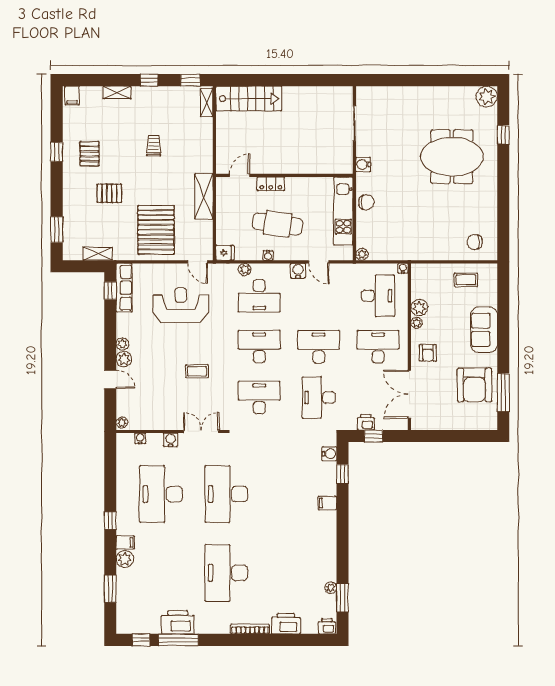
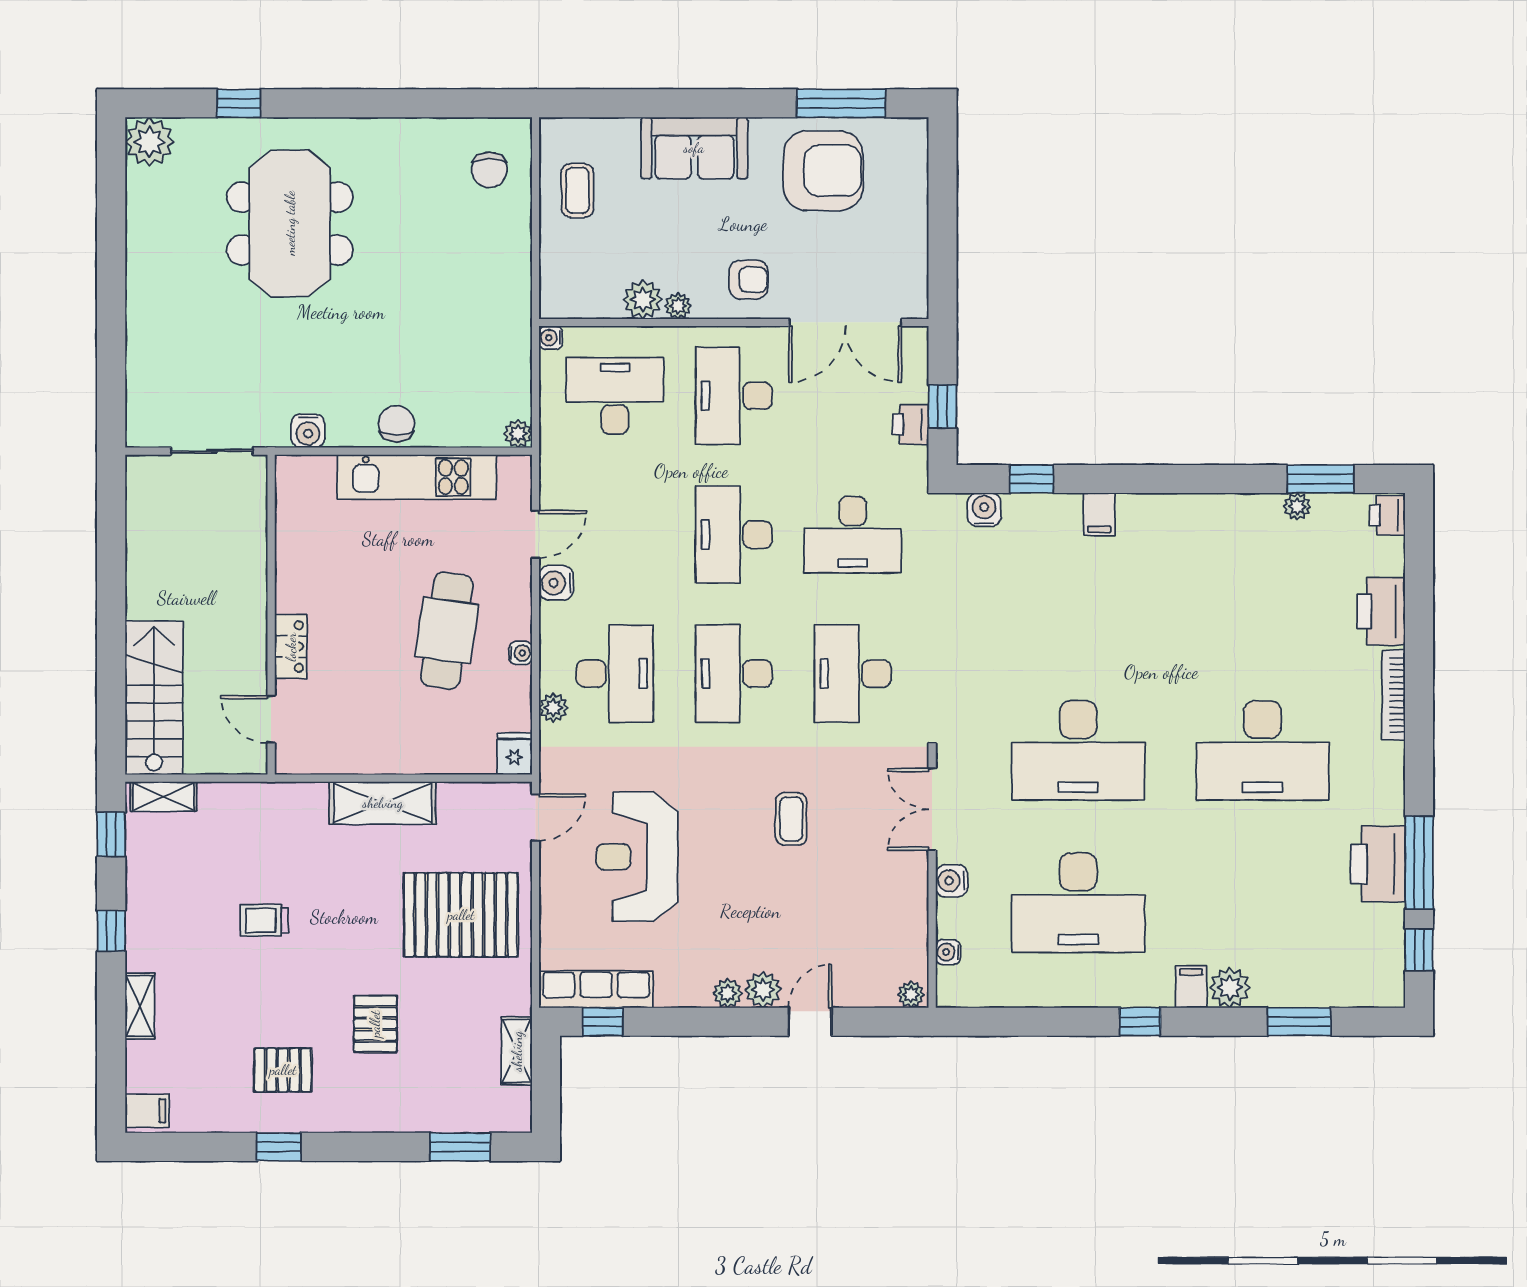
door: (240, 175) -> (271, 719), moved
wall: (284, 175) -> (271, 615), moved
locker: (271, 184) -> (291, 647), moved

